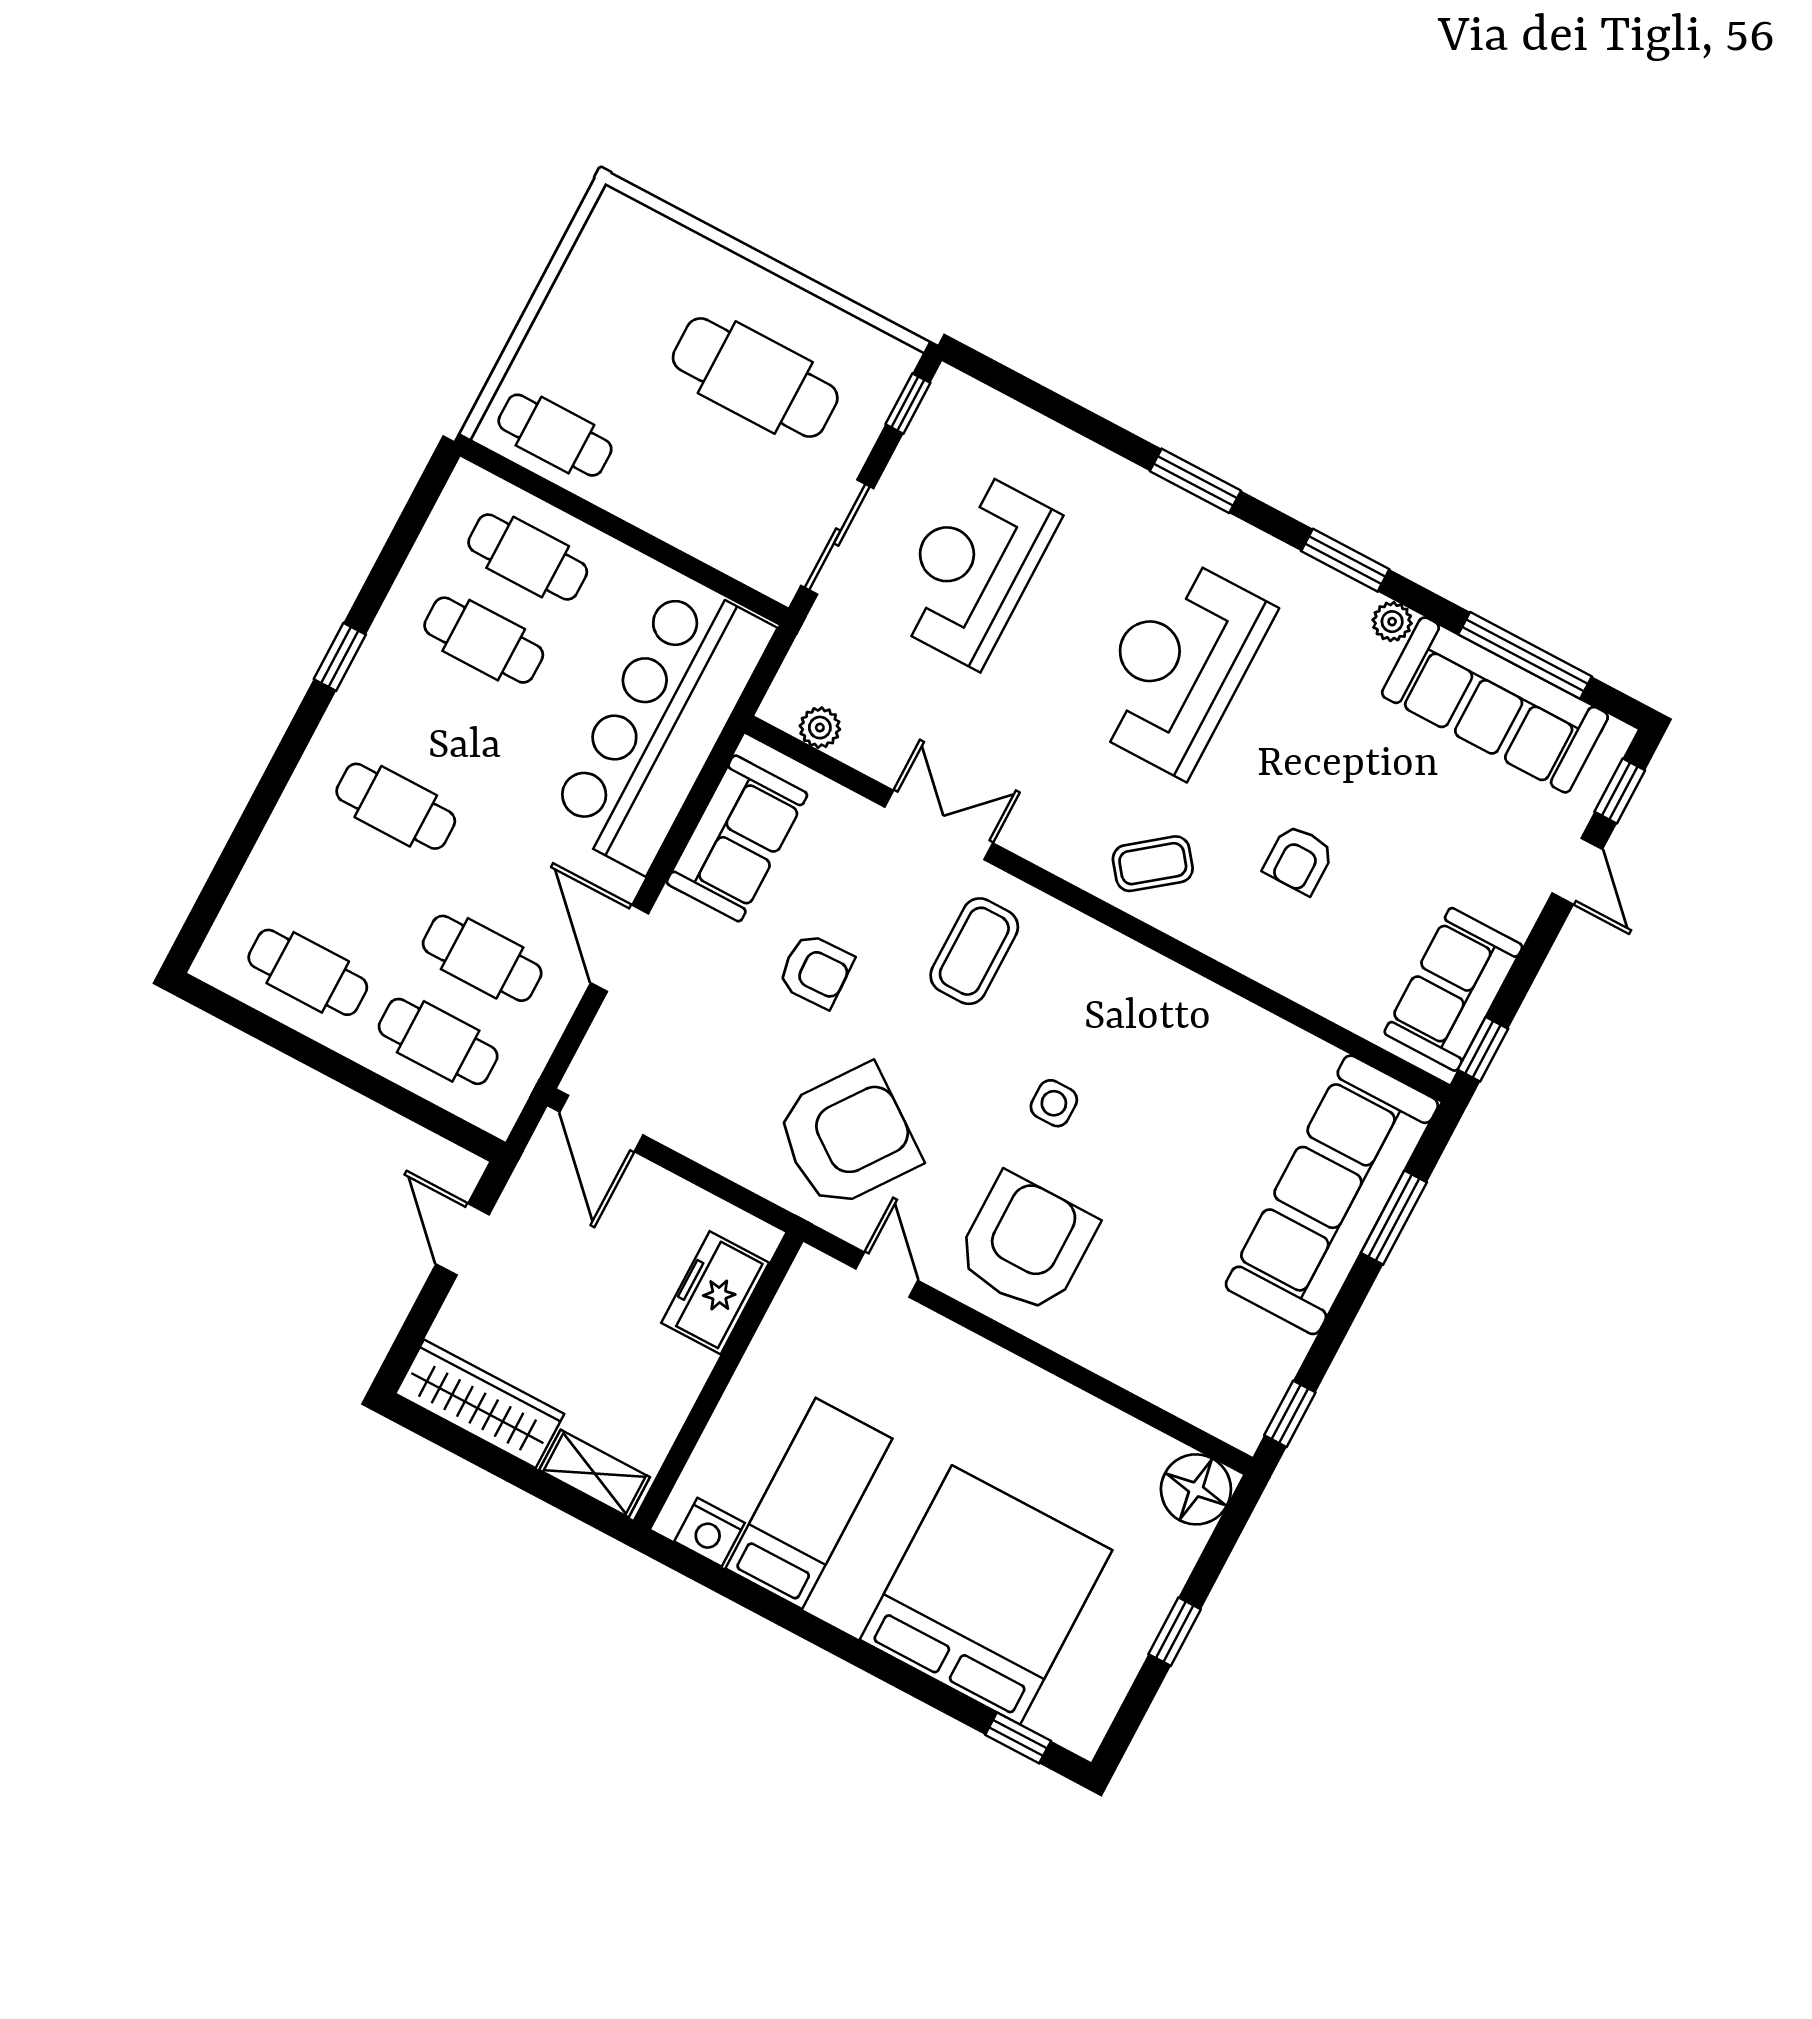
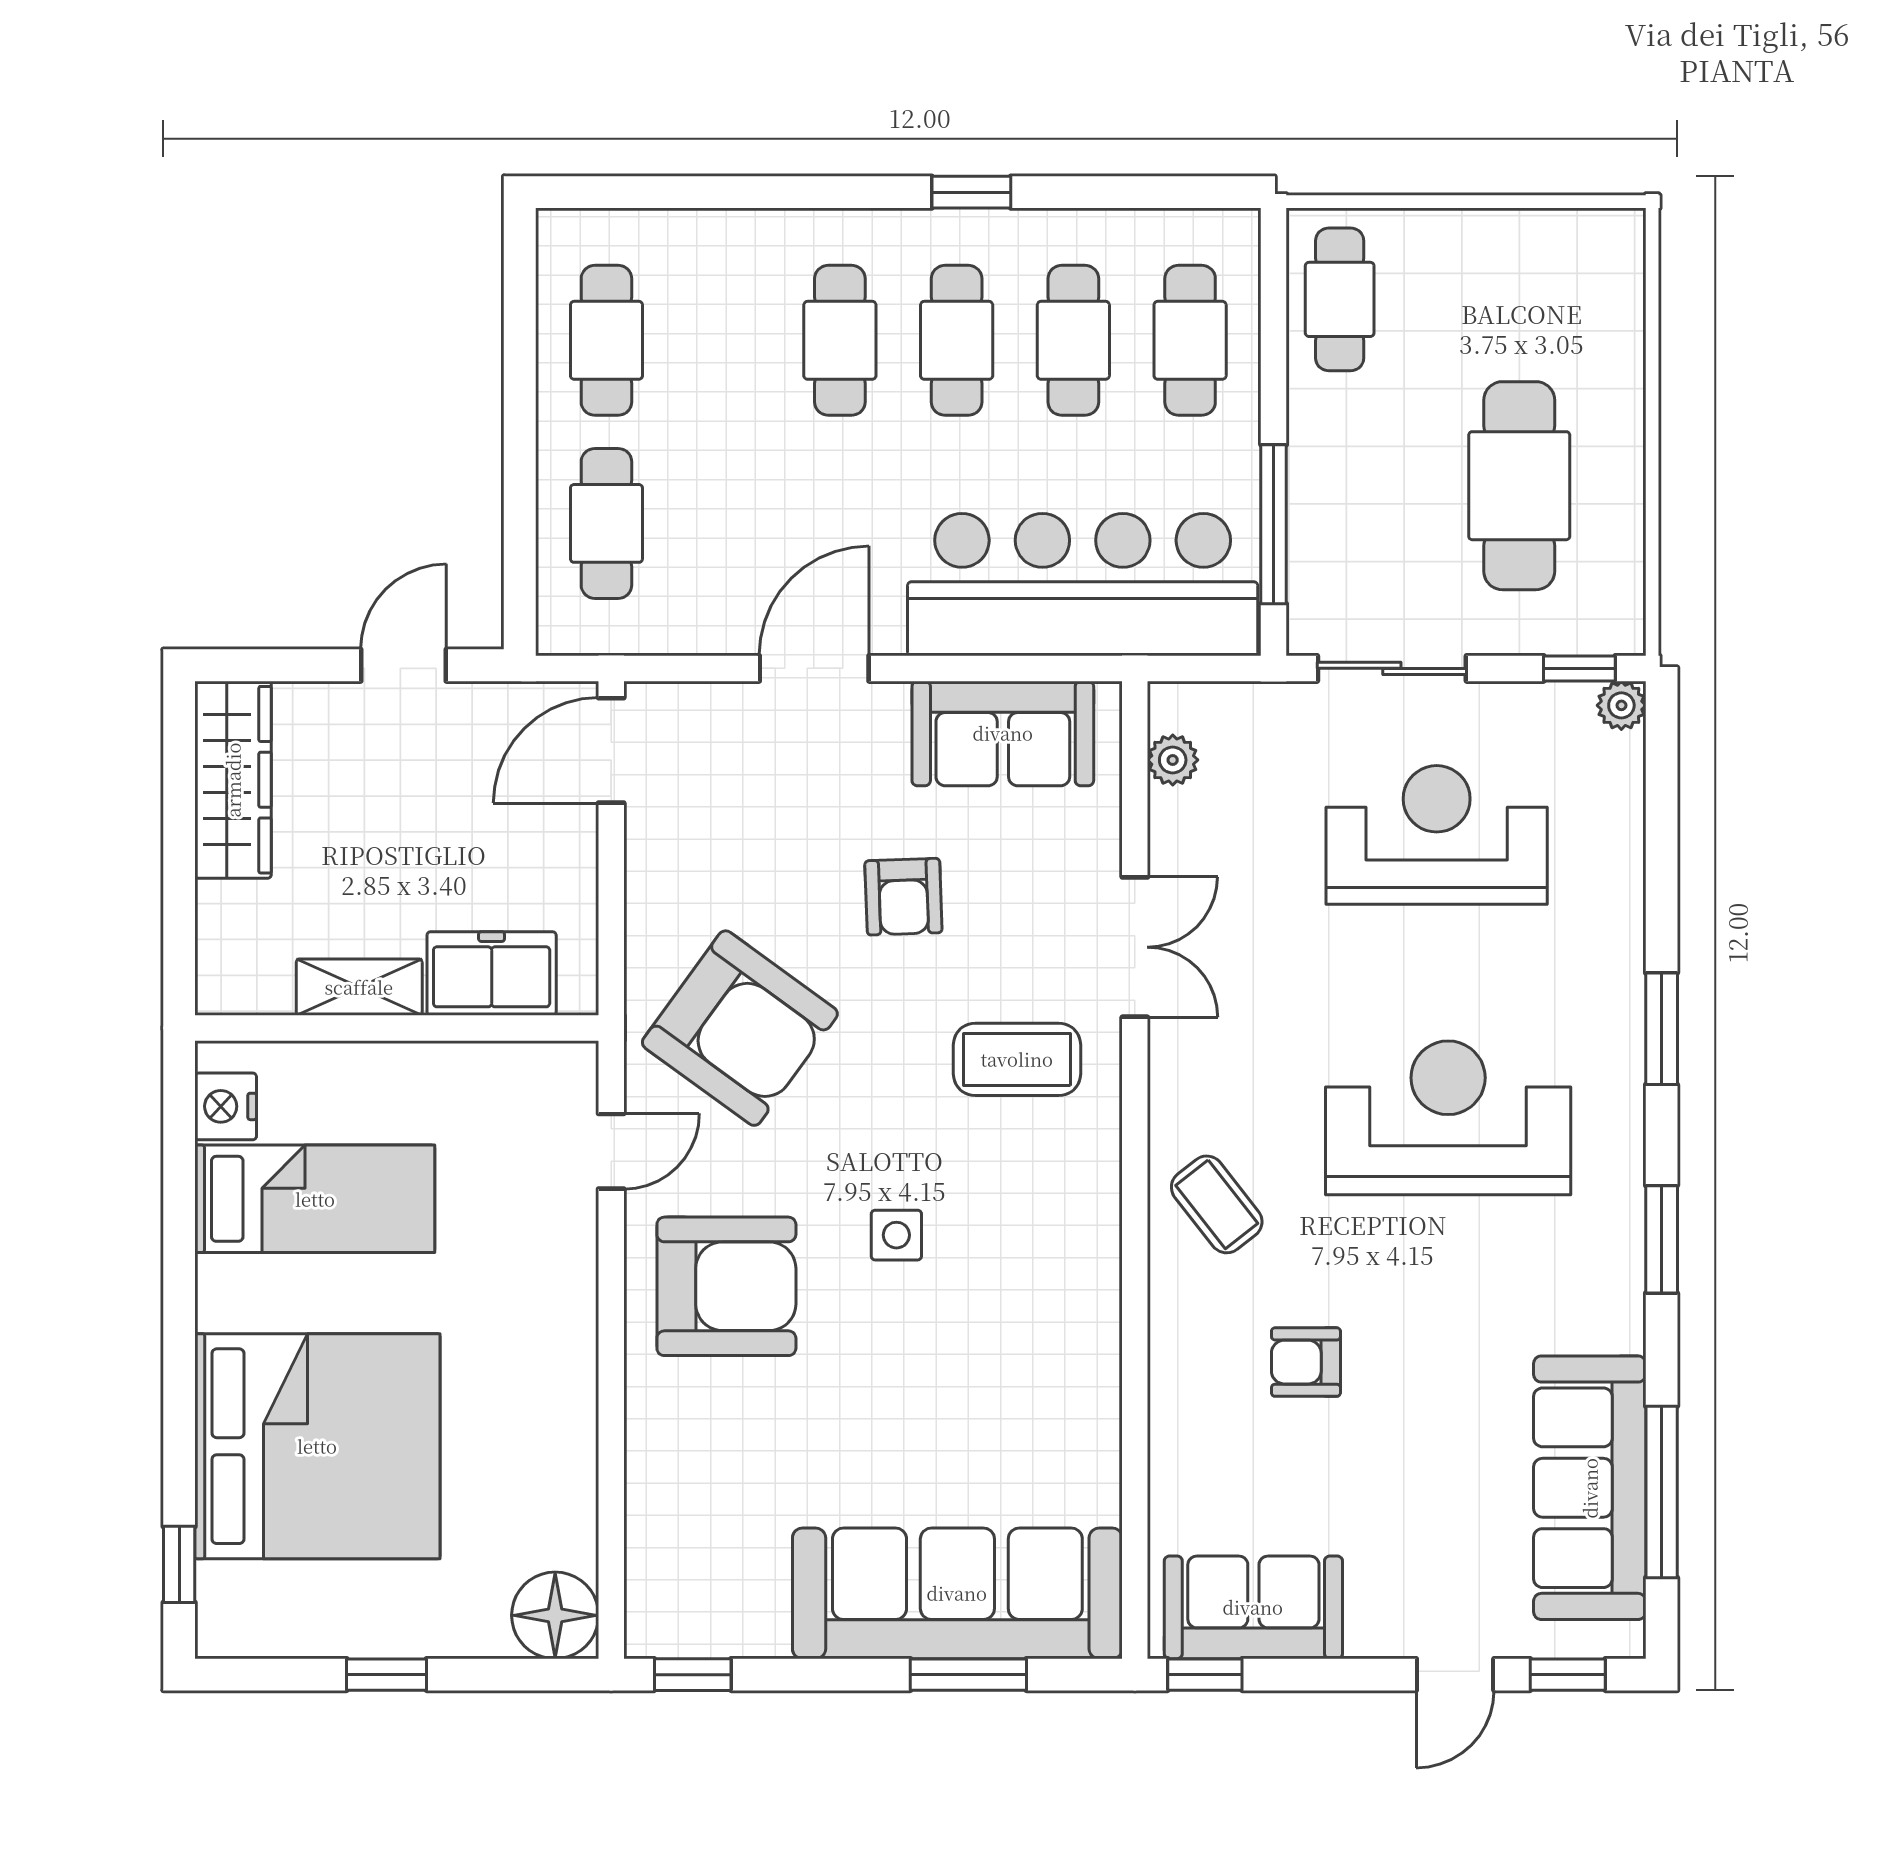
window: (690, 567) -> (1274, 524), added
plant: (1392, 622) -> (1621, 705), moved
cafe table: (482, 958) -> (957, 340), moved
shelving: (595, 1474) -> (359, 987), moved, turned 90

